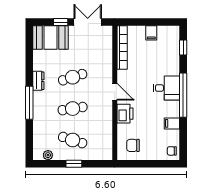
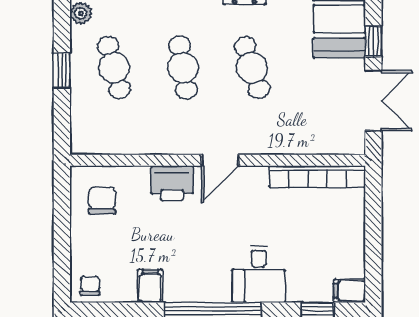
filing cabinet: (151, 33) -> (350, 291), moved
desk: (166, 88) -> (259, 274), moved
cafe table: (73, 140) -> (114, 68), turned -33

